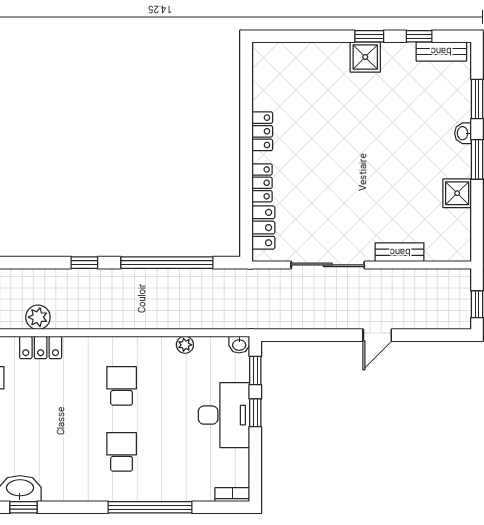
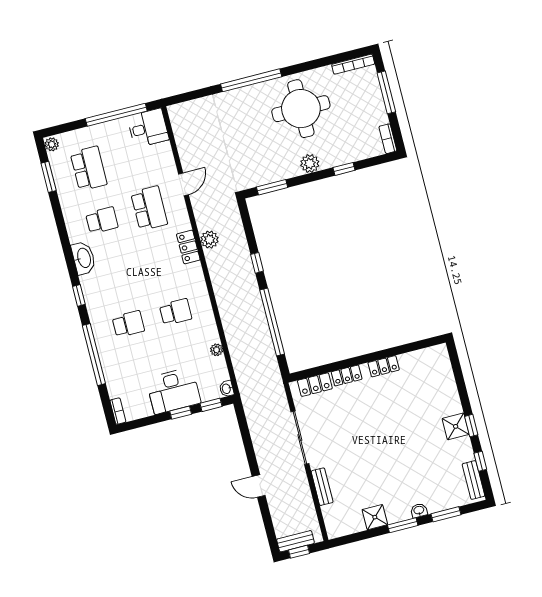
bench: (462, 305) -> (296, 541), added
window: (24, 507) -> (79, 295), moved

